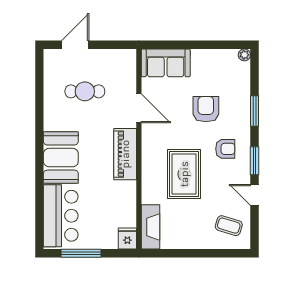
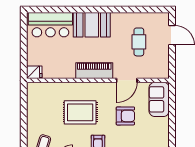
armchair: (206, 109) -> (125, 116), moved
fireplace: (150, 227) -> (42, 89), removed
window: (81, 253) -> (24, 39), removed

